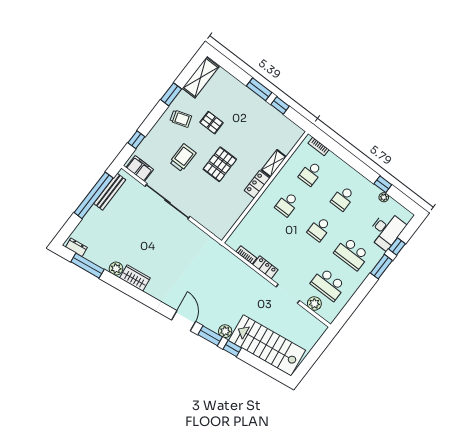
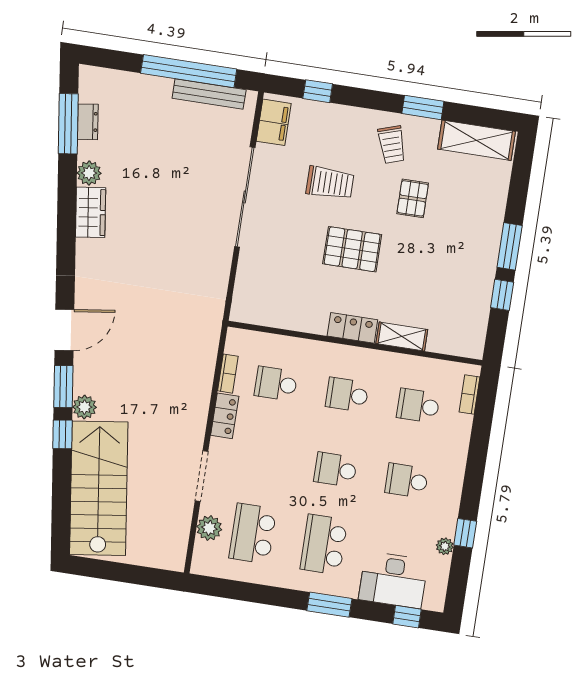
school desk: (264, 235) -> (276, 384), added
window: (397, 246) -> (407, 617), moved
dresser: (76, 247) -> (88, 122), moved

